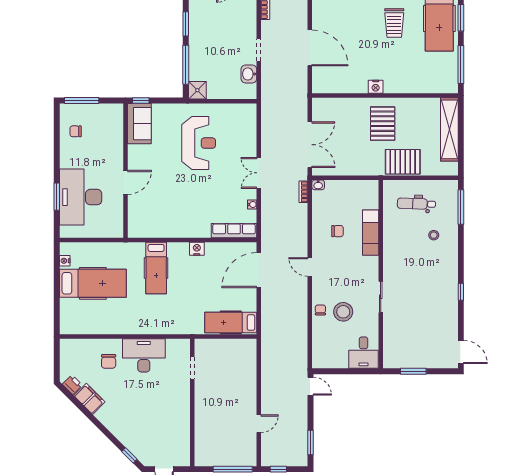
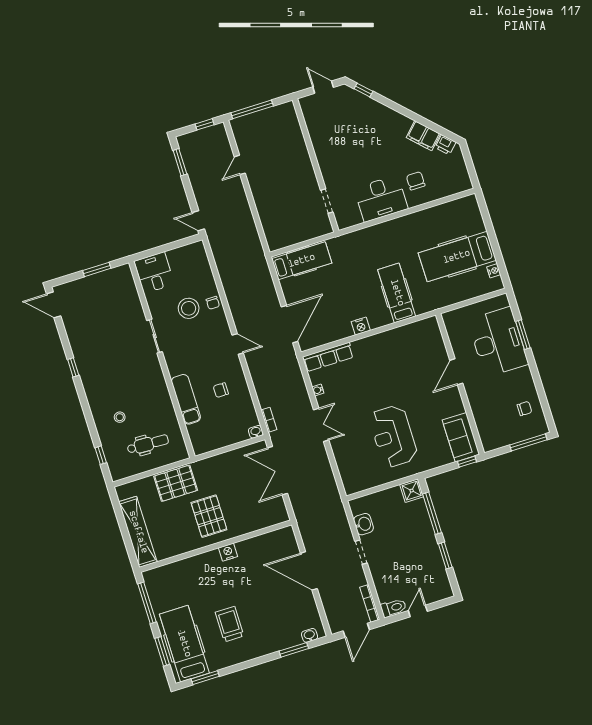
window: (461, 207) -> (101, 455), width x0.46

